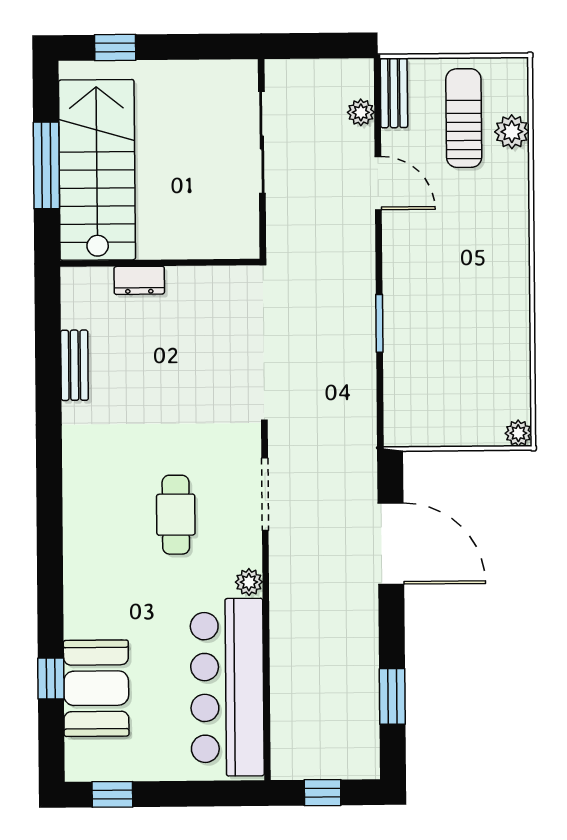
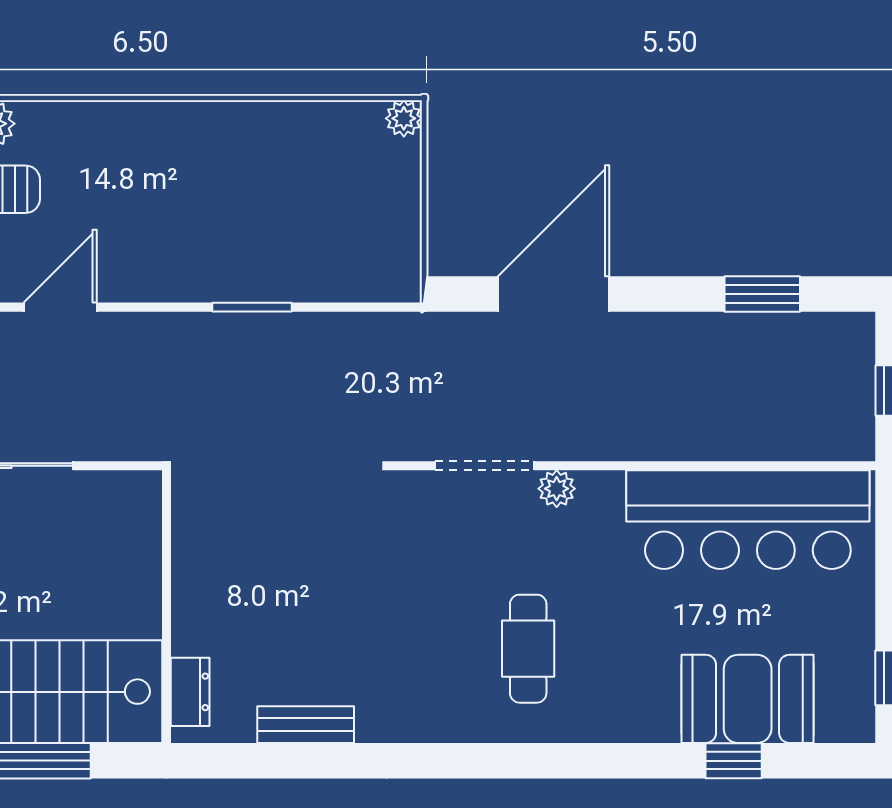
dresser: (139, 280) -> (190, 692), moved
cafe table: (176, 515) -> (528, 649), moved, turned 90
plant: (249, 582) -> (557, 489), moved

